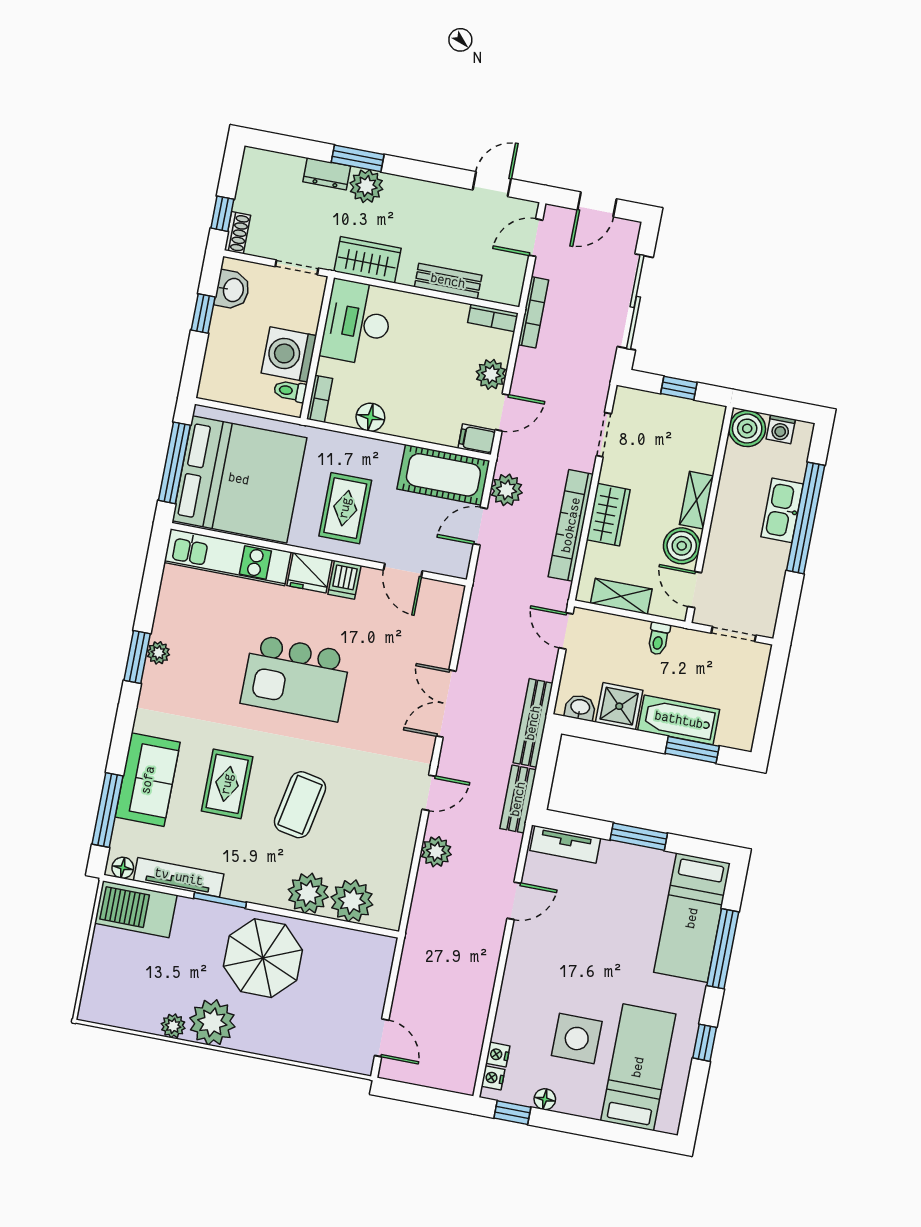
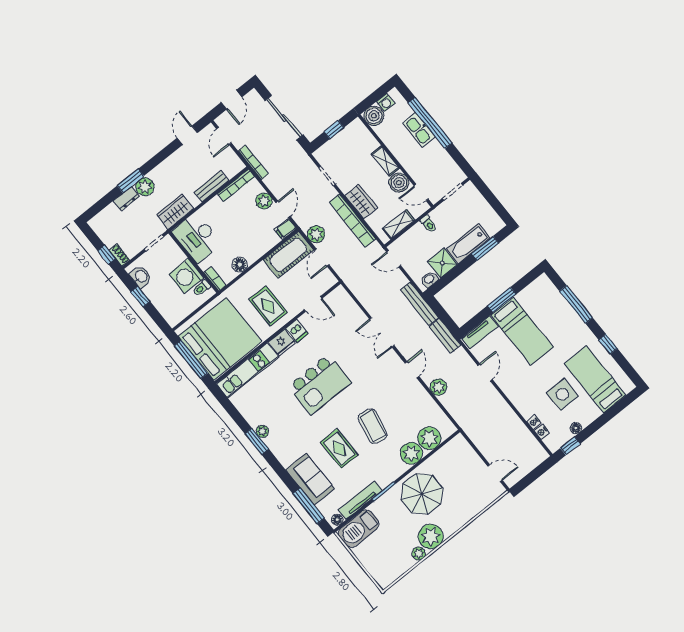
bookcase: (493, 318) -> (236, 185), width x1.56
bed: (692, 918) -> (522, 331), moved
nightstand: (493, 1078) -> (534, 422), moved

